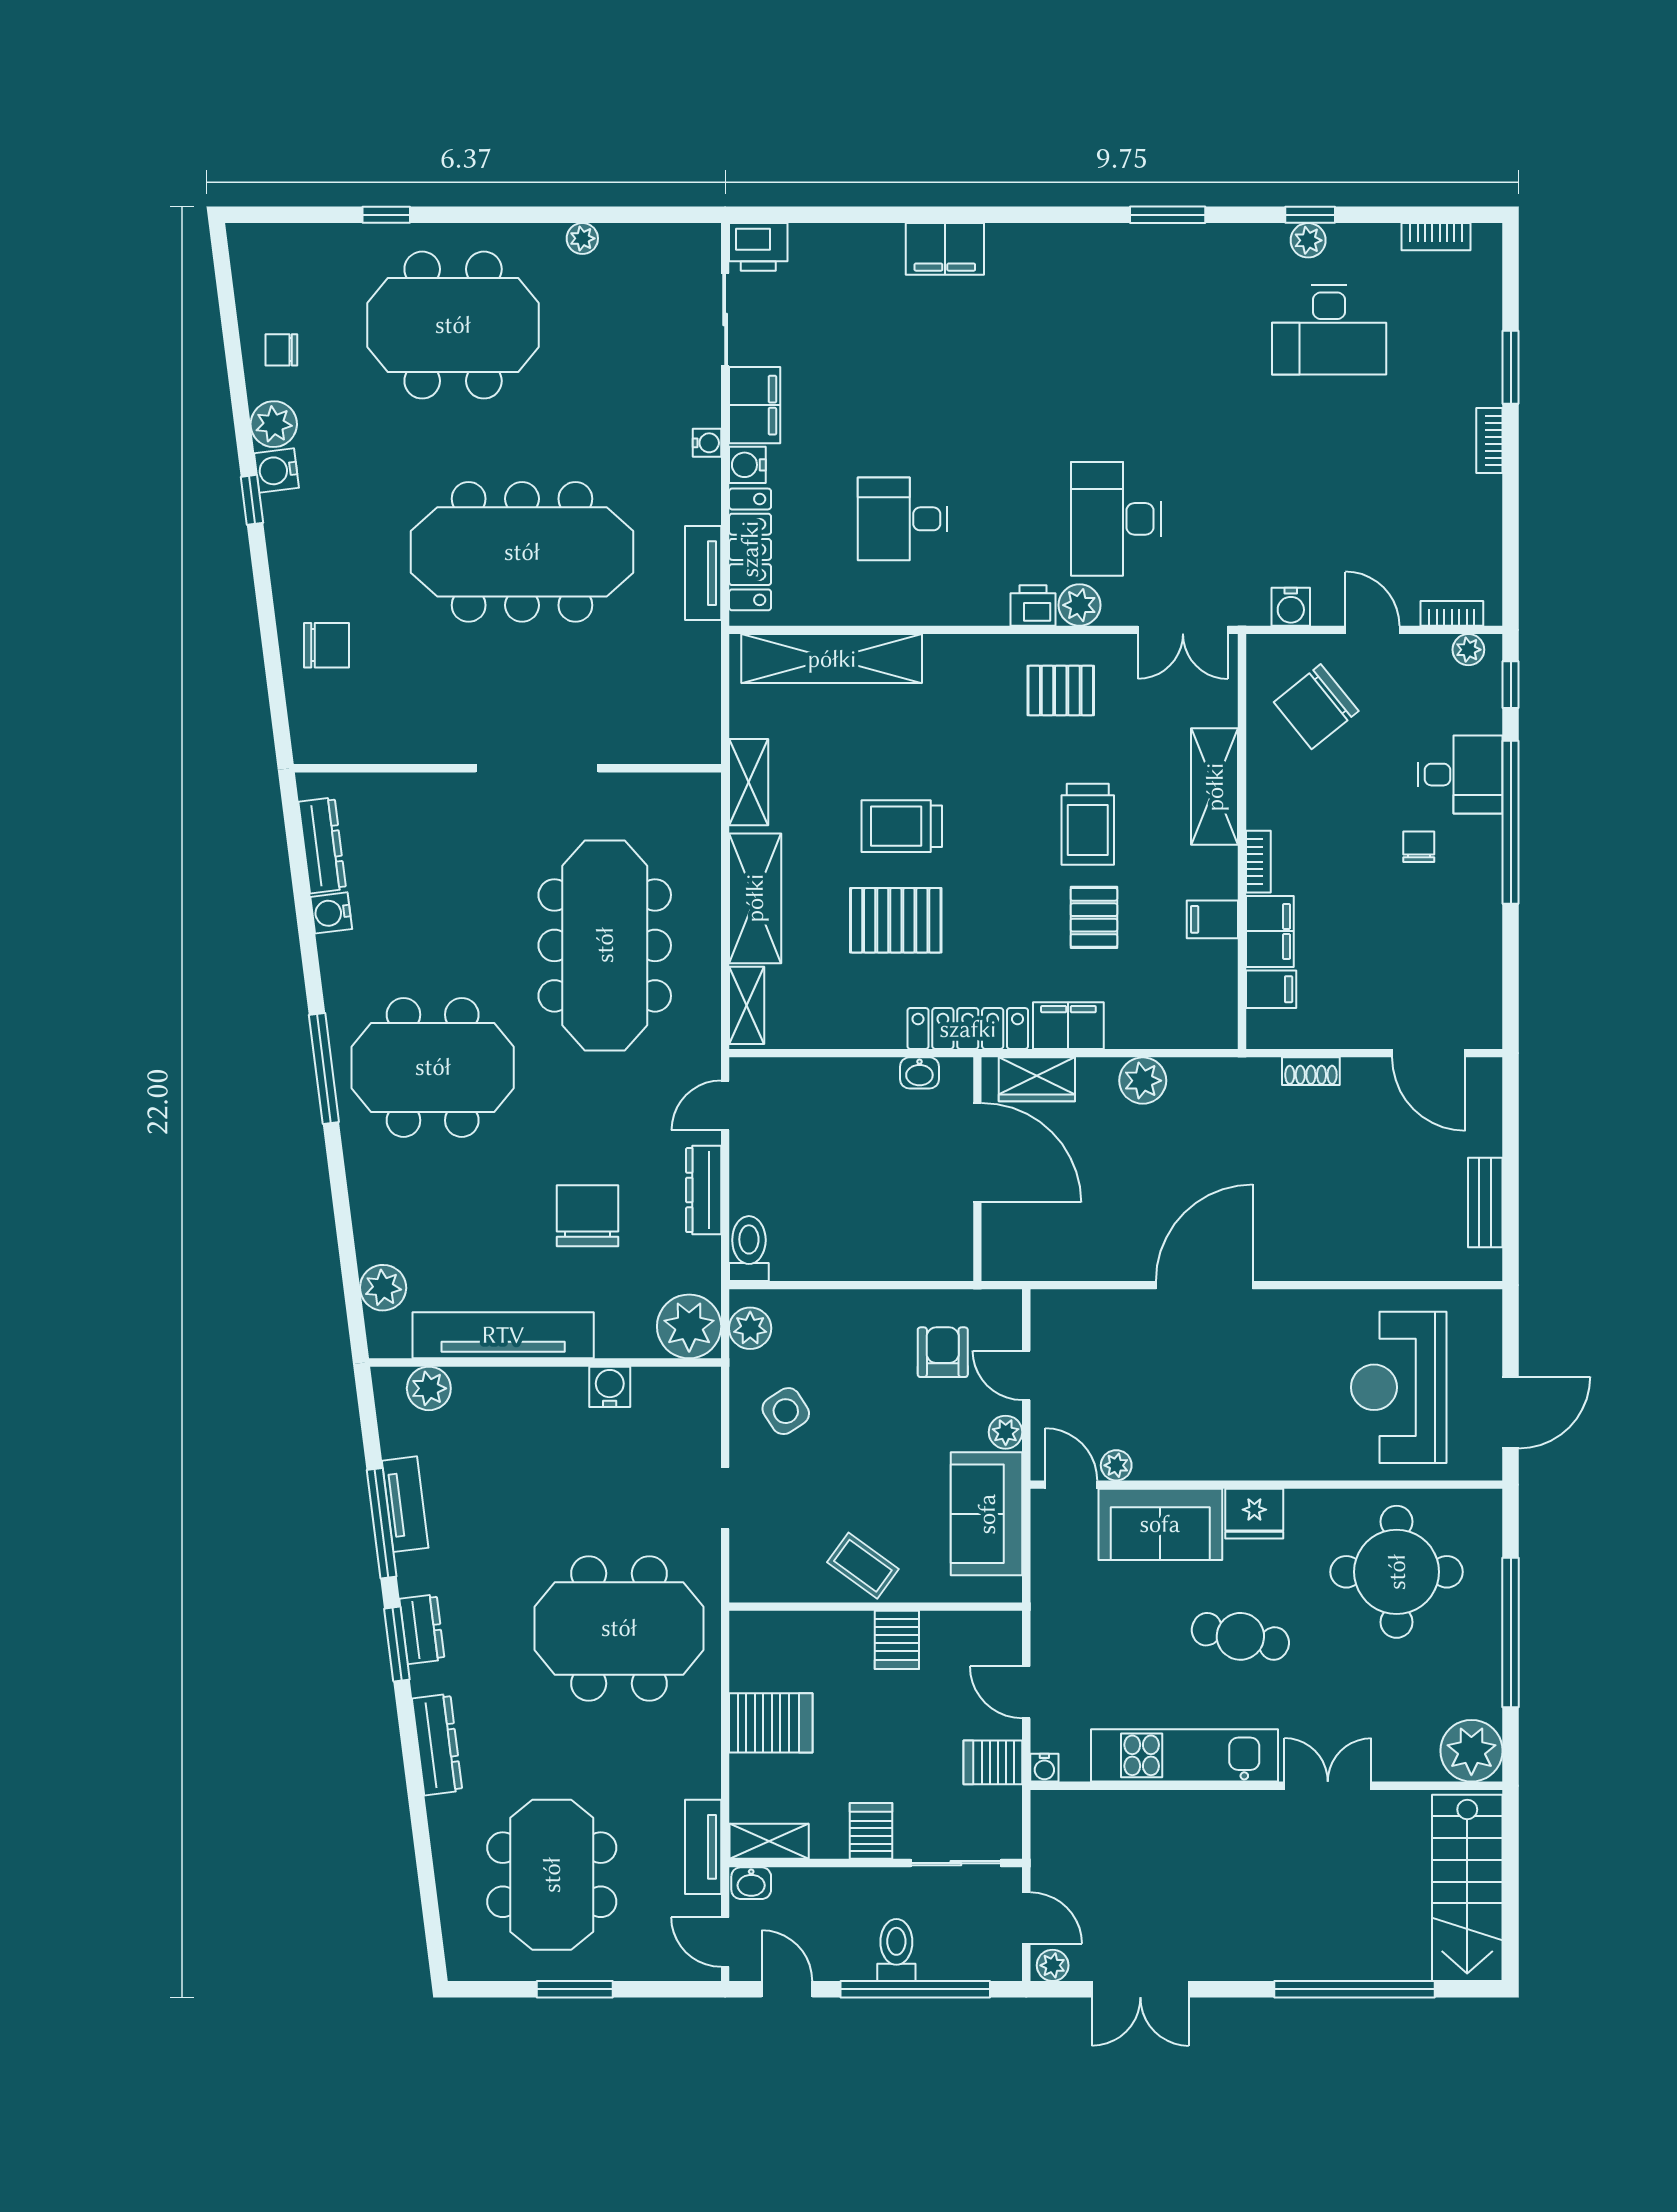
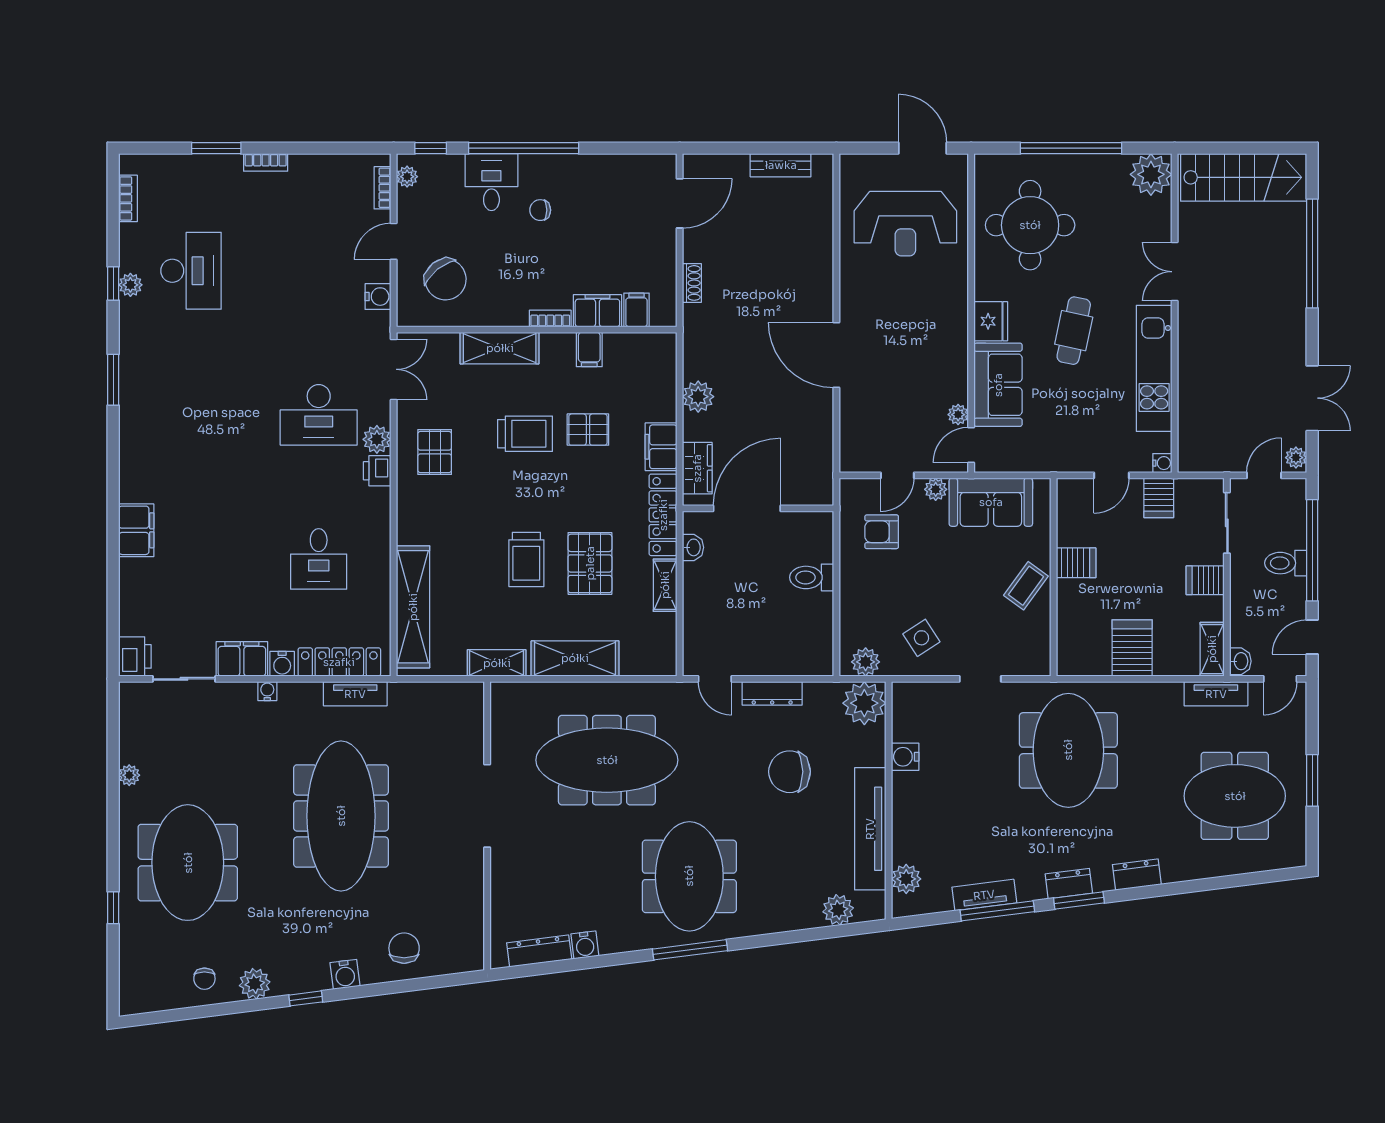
water cooler: (277, 470) -> (345, 974), moved
shelving: (747, 1005) -> (665, 585), moved, turned 90
toilet: (749, 1249) -> (812, 577), moved
dresser: (437, 1745) -> (1137, 875), width x0.70

